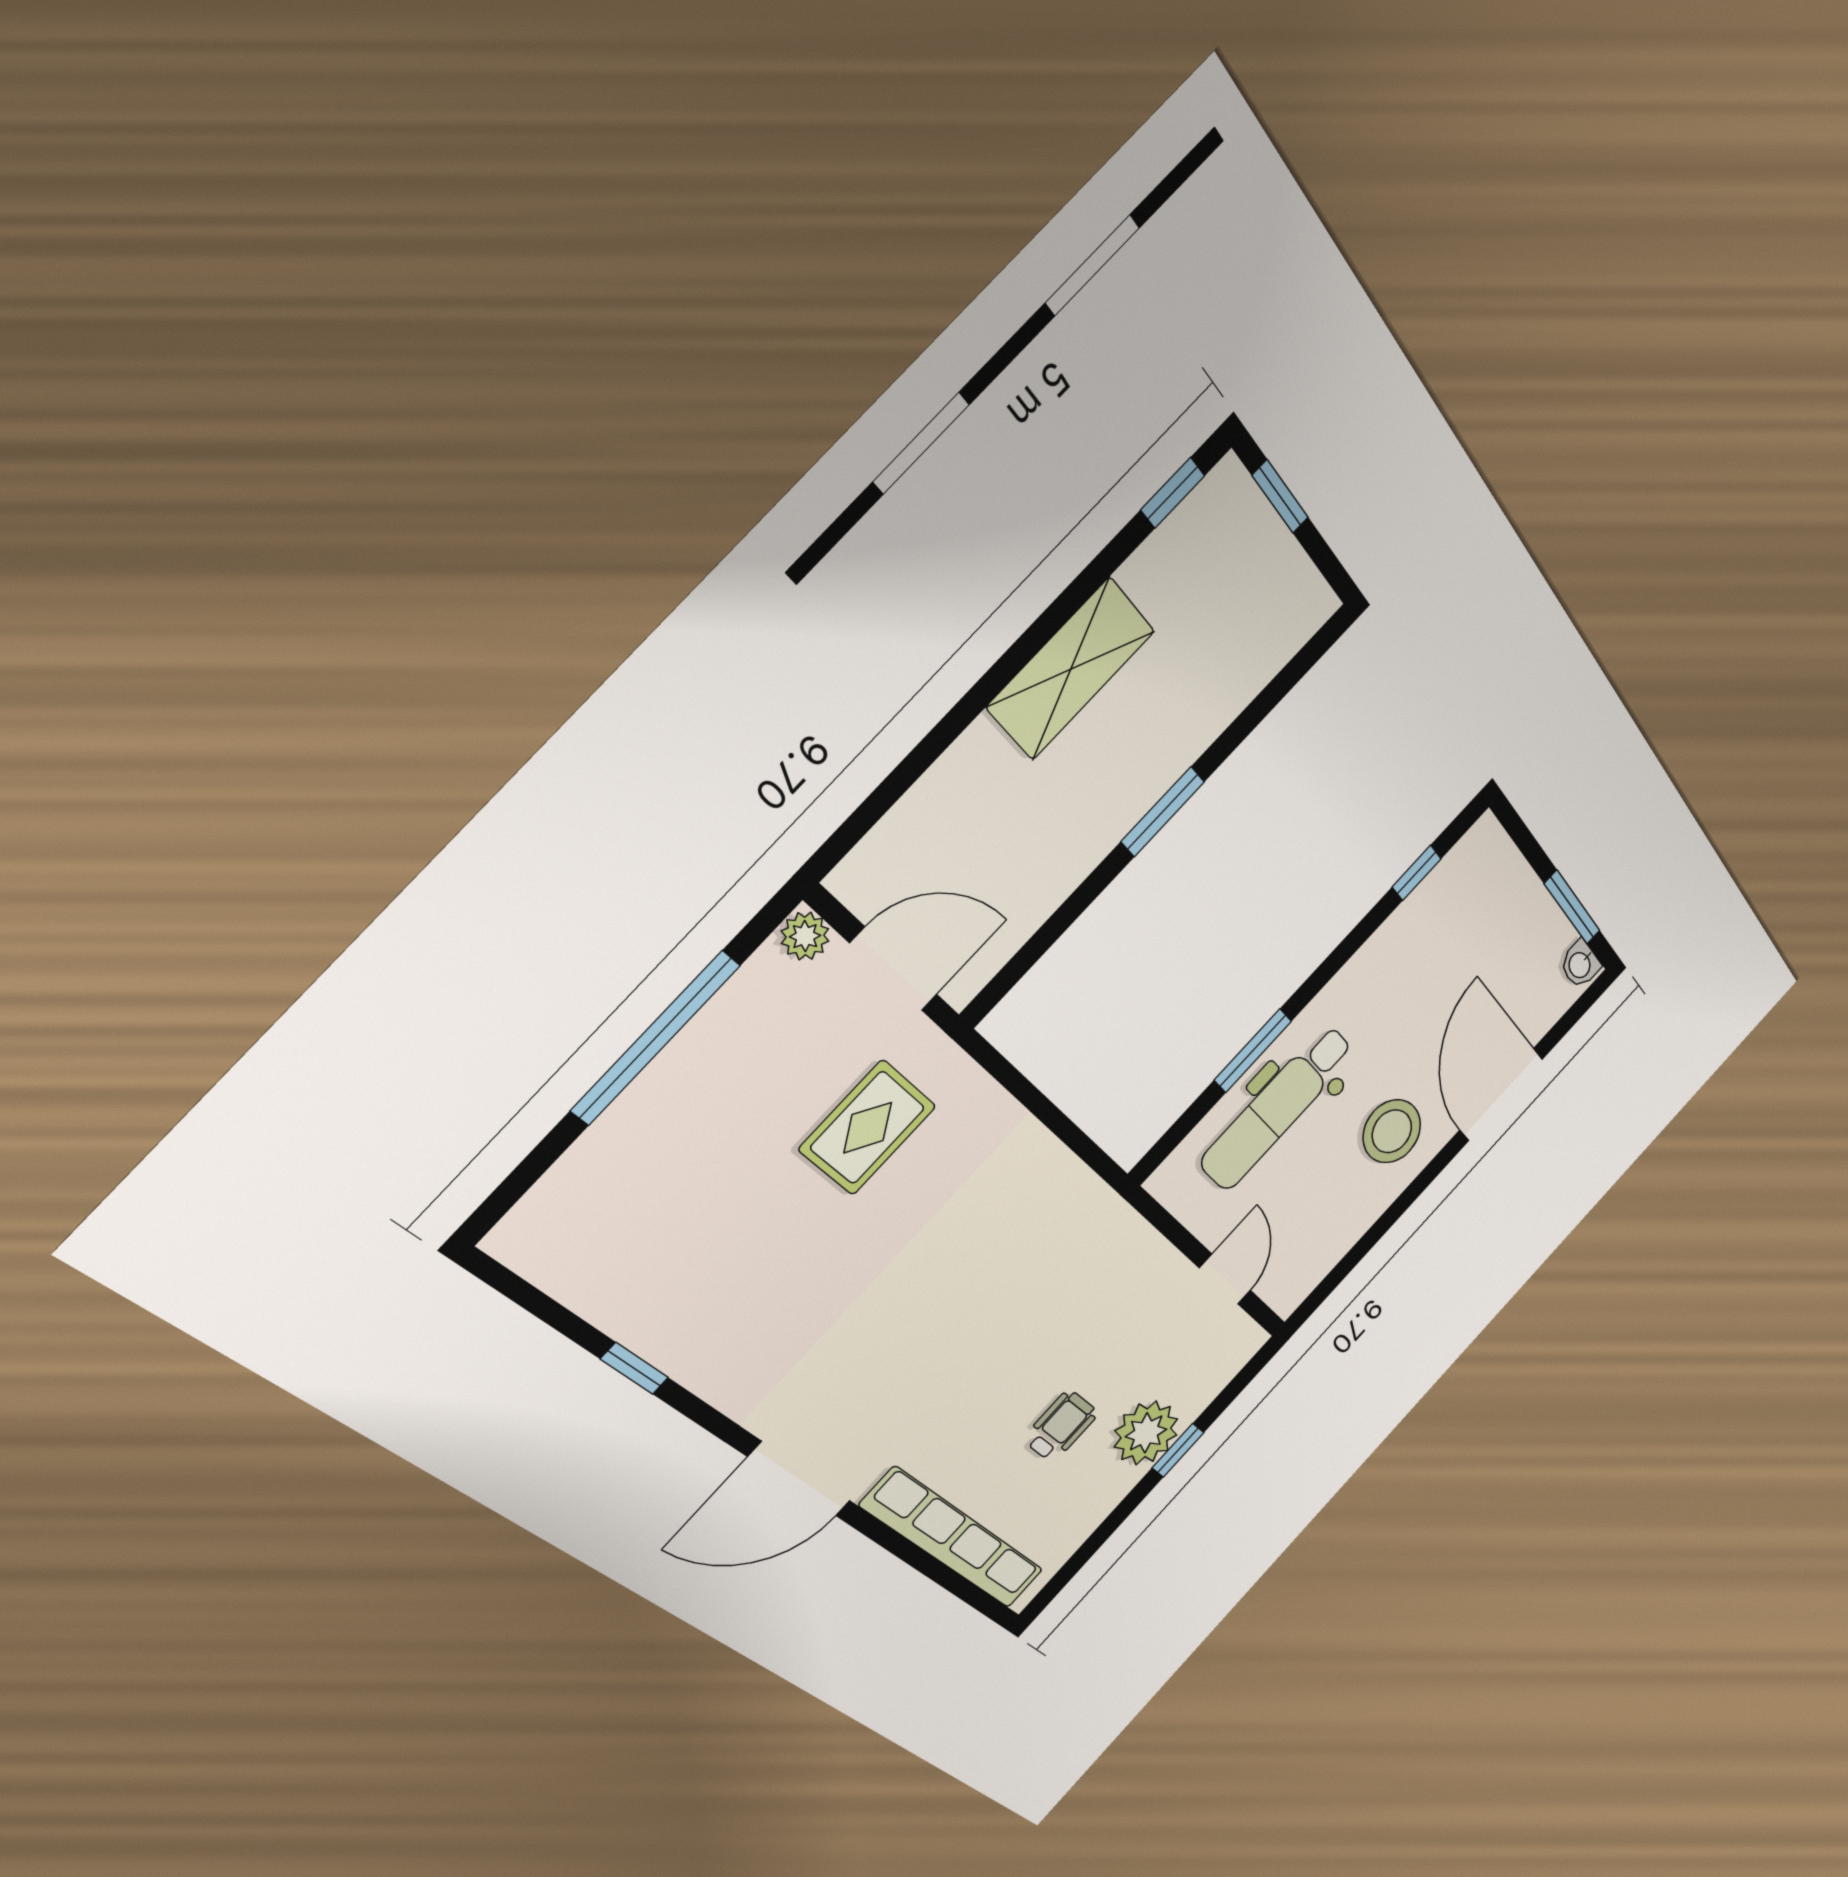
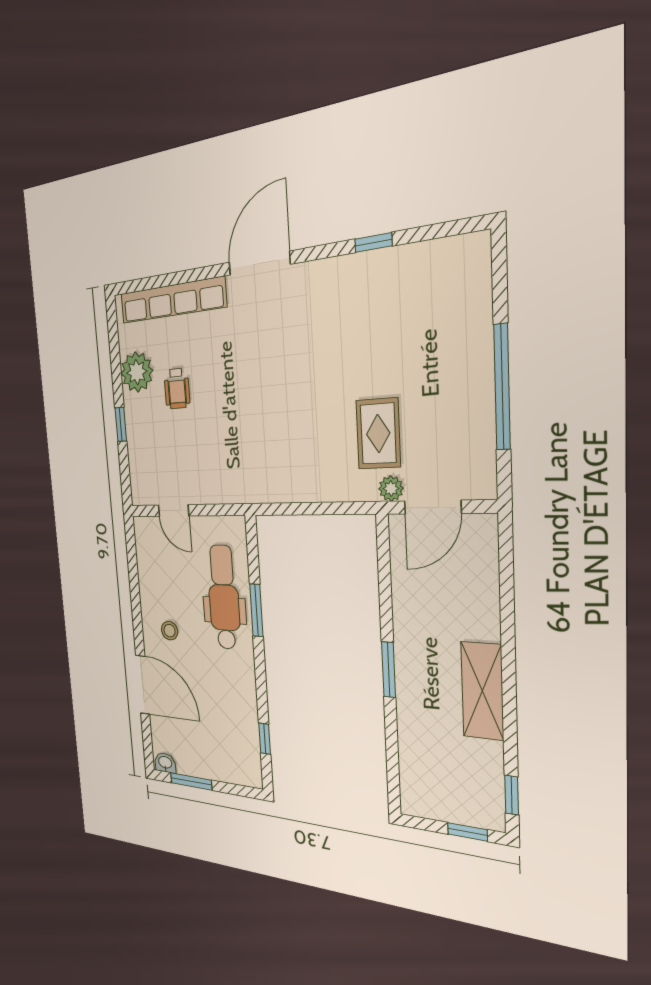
plant: (805, 936) -> (391, 488), moved
stool: (1392, 1131) -> (170, 631), width x0.53, depth x0.53
plant: (1146, 1433) -> (137, 372), moved

